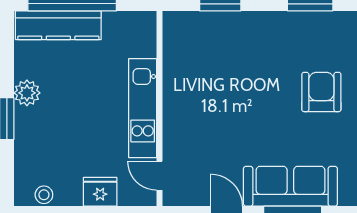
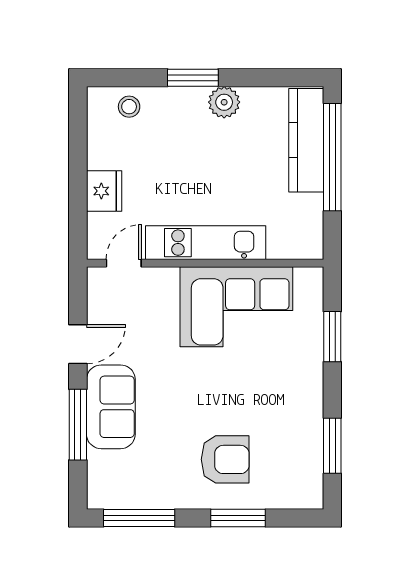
corner sofa: (195, 83) -> (236, 307), added
sofa: (290, 186) -> (111, 407), width x0.73
stool: (44, 195) -> (129, 107), moved

